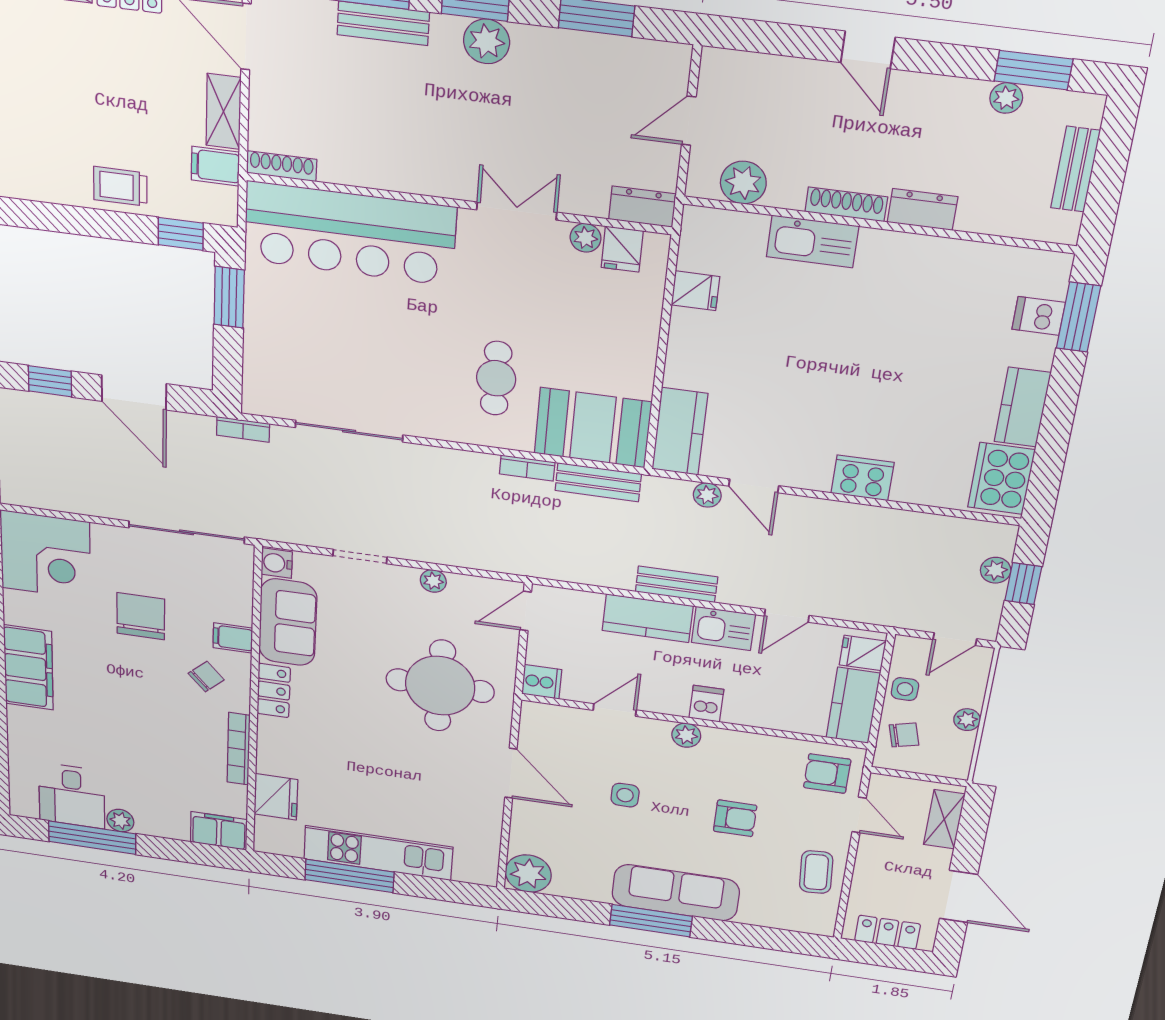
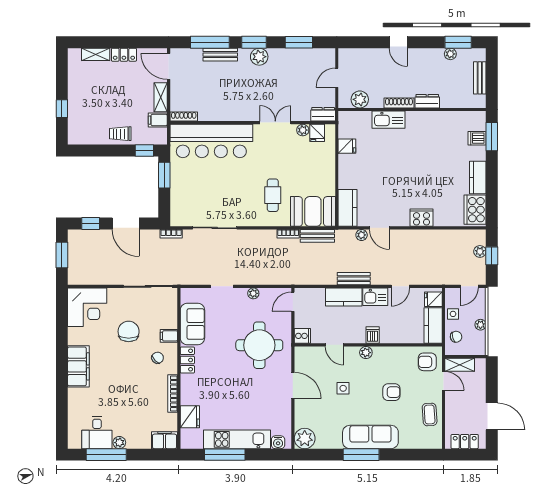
water cooler: (277, 563) -> (278, 442), moved, turned -90
door: (615, 710) -> (334, 345), swing flipped
shelving: (944, 819) -> (460, 365), moved, turned 90

